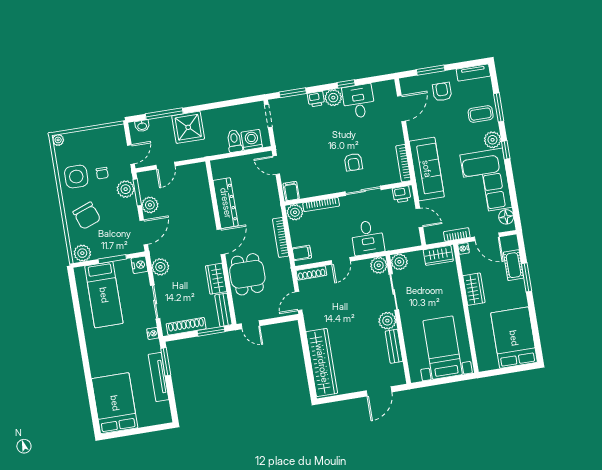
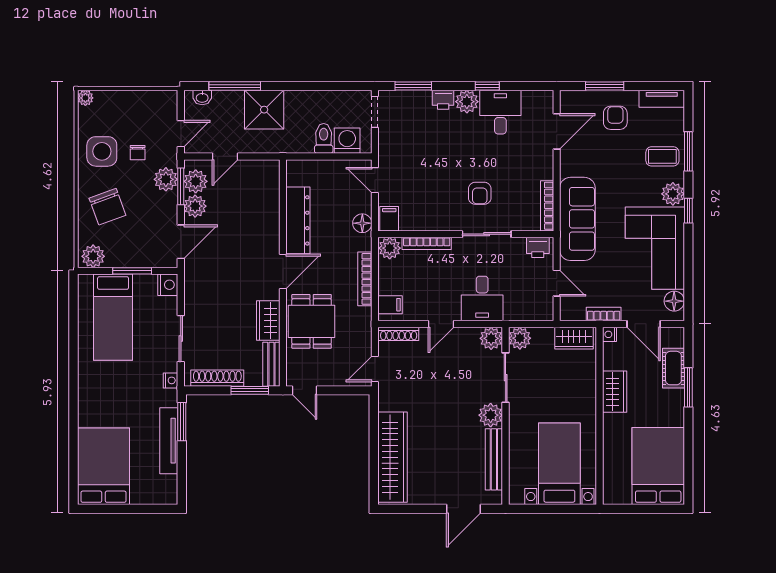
floor lamp: (272, 198) -> (362, 223), added
plant: (160, 267) -> (196, 181), moved
bench: (394, 346) -> (494, 459), width x1.36

